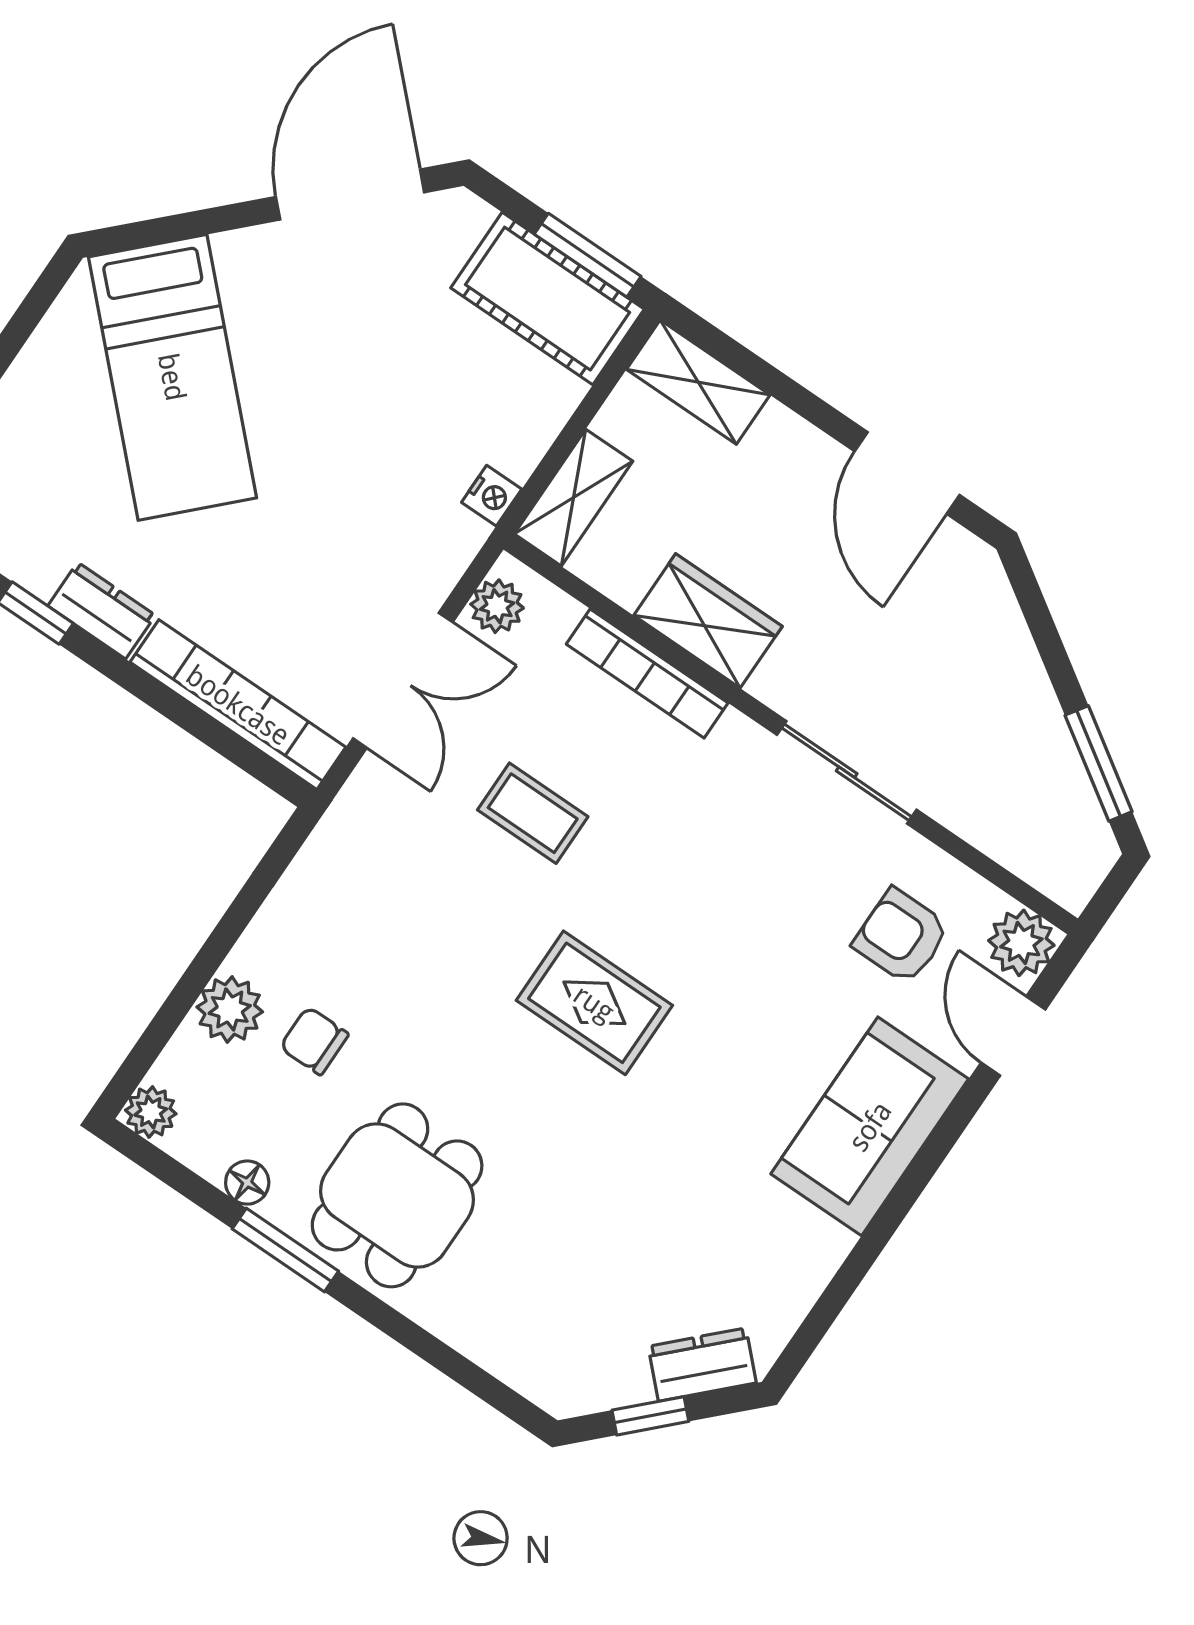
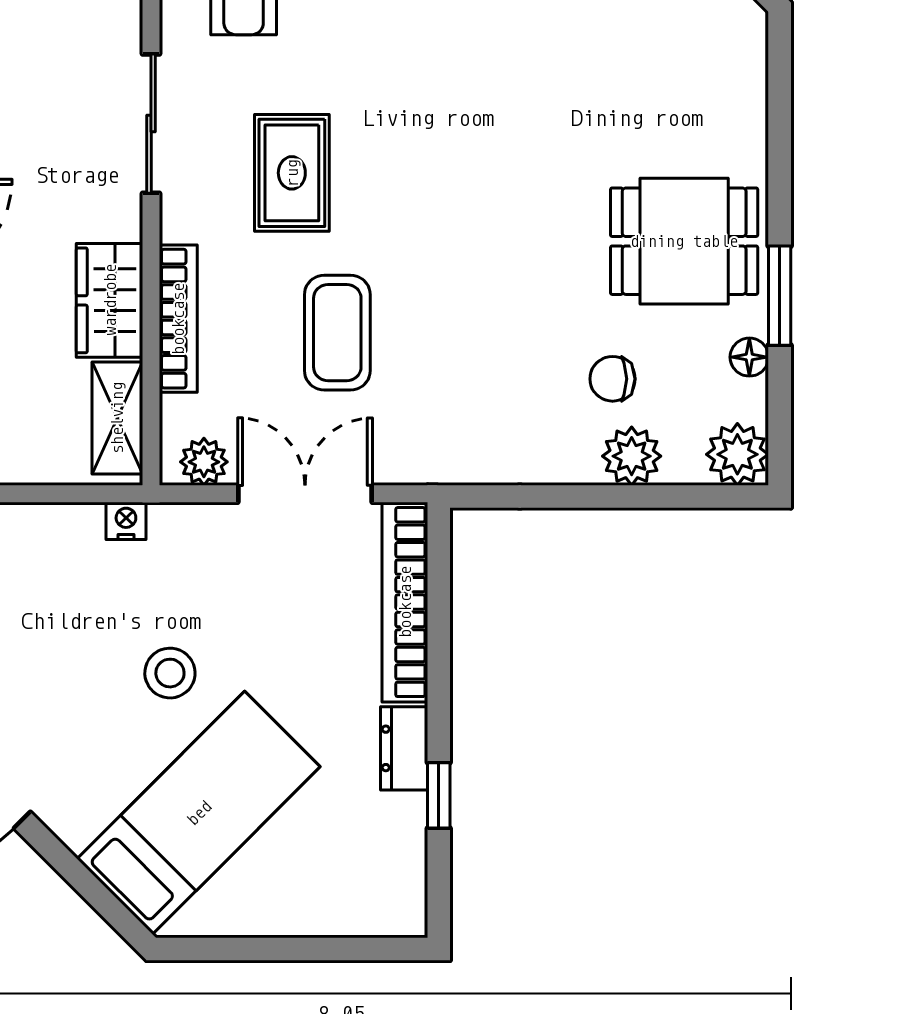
stool: (321, 440) -> (170, 673), added
shelving: (574, 498) -> (117, 418), moved, turned 90
coffee table: (533, 813) -> (337, 333), width x1.36, depth x1.30
rug: (594, 1003) -> (292, 173), moved
chair: (314, 1041) -> (613, 379), turned 90
plant: (151, 1112) -> (737, 454), width x1.38, depth x1.38

